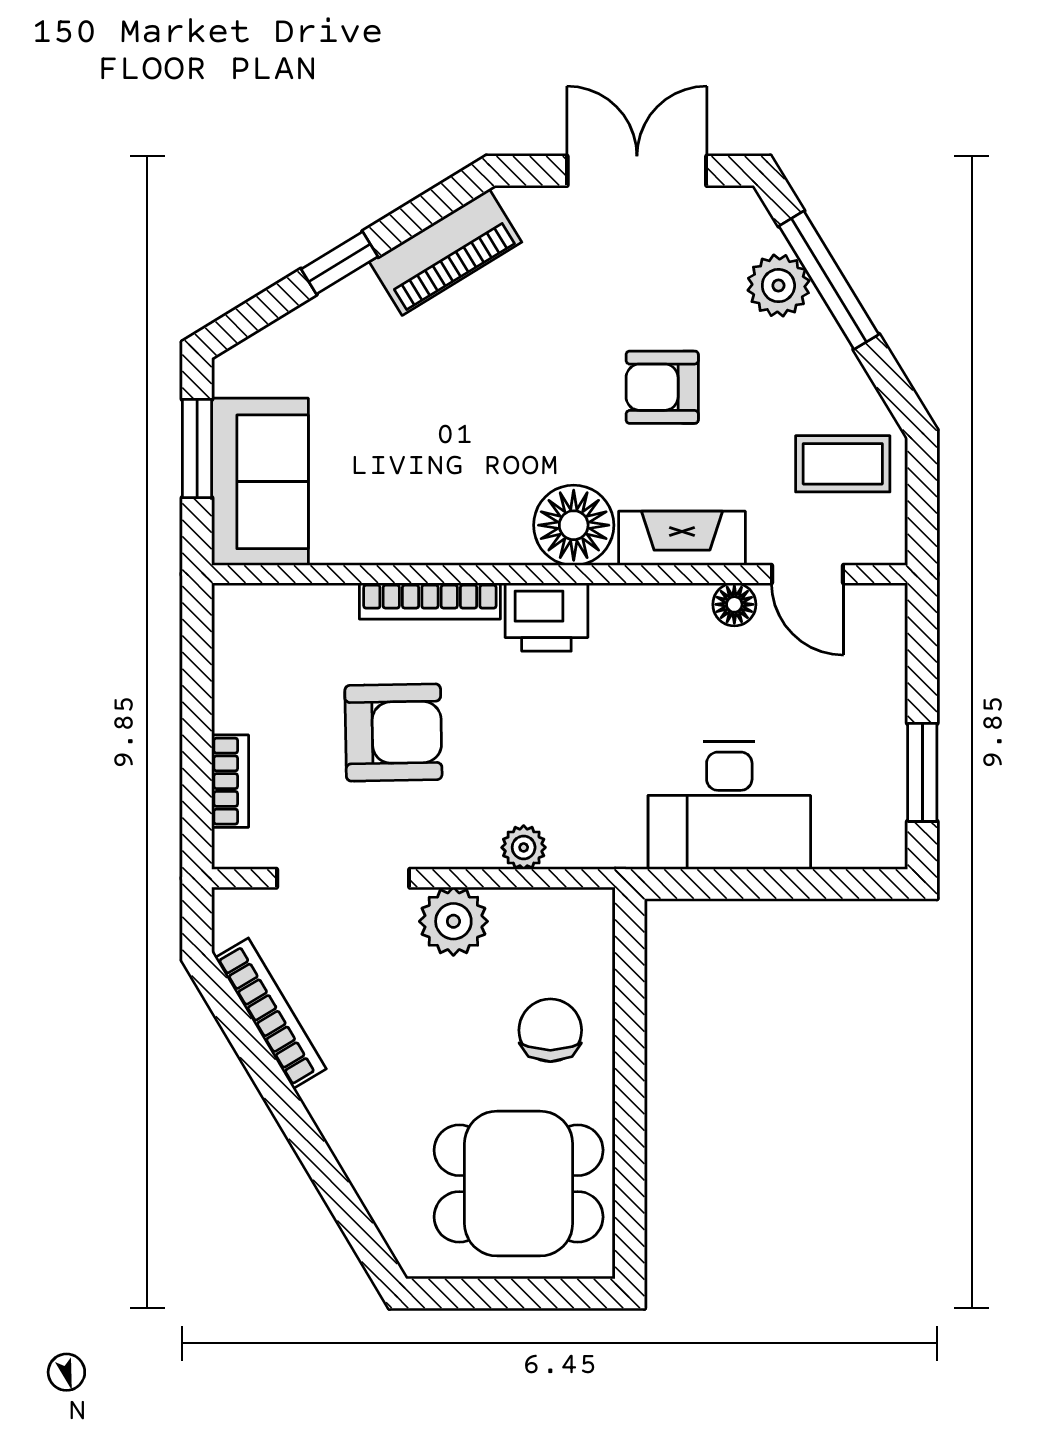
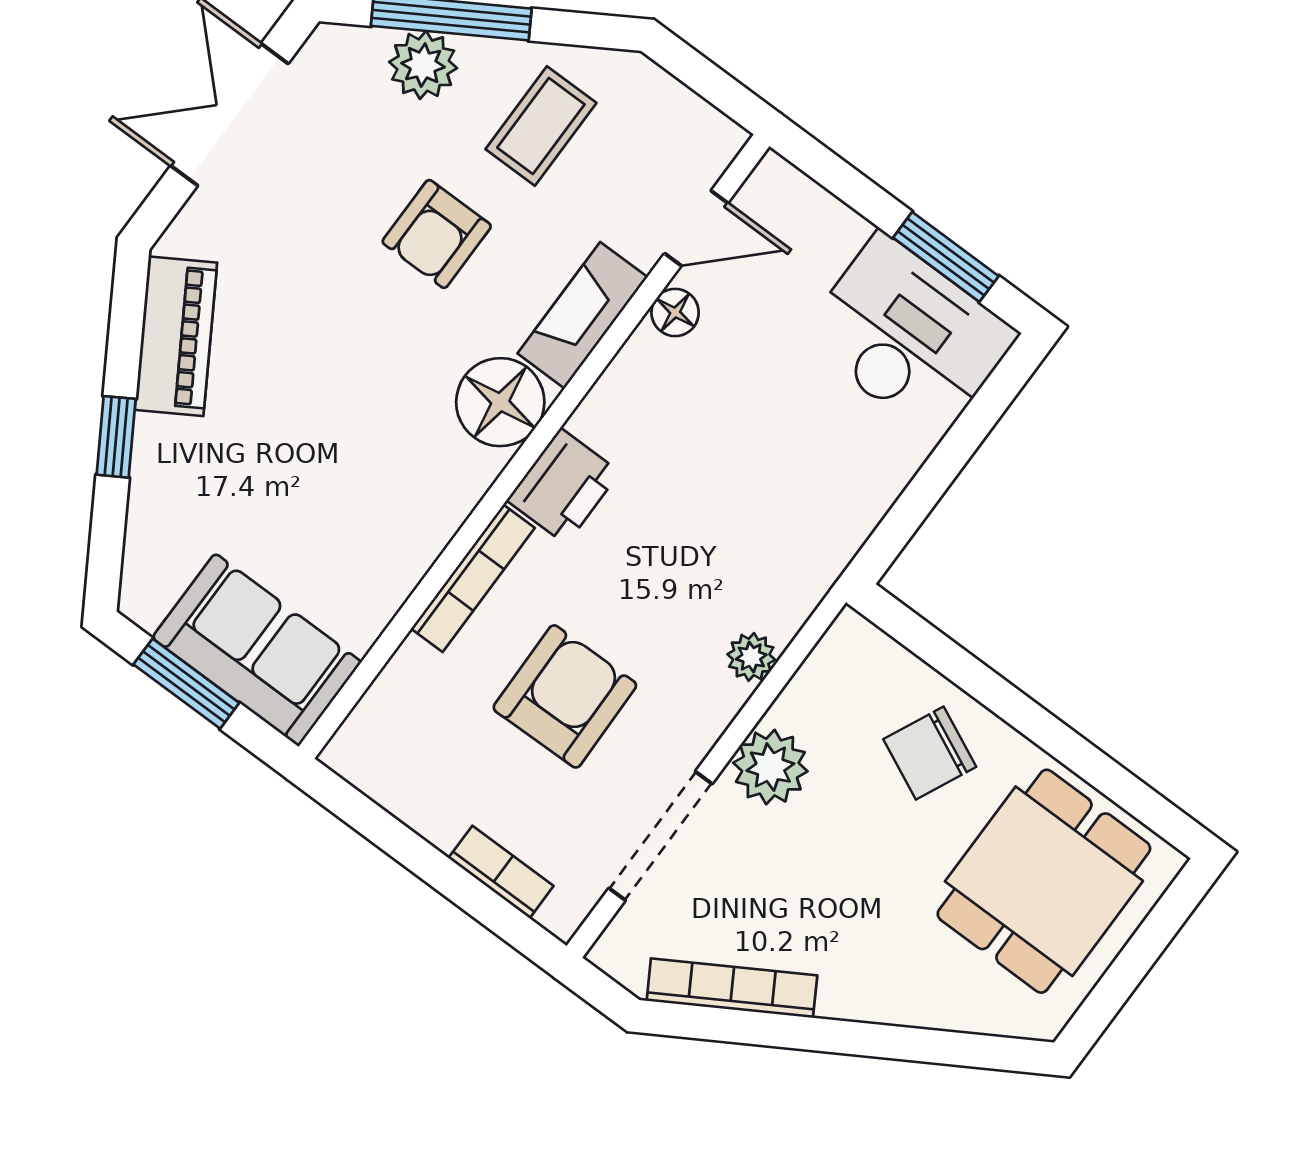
coffee table: (843, 464) -> (541, 126), moved
desk: (729, 806) -> (908, 336), moved, turned -90
chair: (550, 1030) -> (930, 753), turned -65

